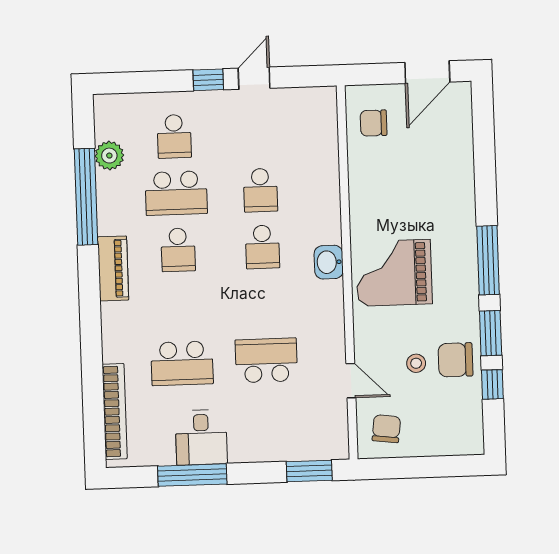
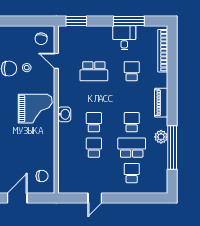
window: (208, 80) -> (116, 198), removed
plant: (109, 156) -> (161, 137), moved
piano: (113, 268) -> (161, 103), moved
school desk: (182, 363) -> (132, 71), width x0.54

